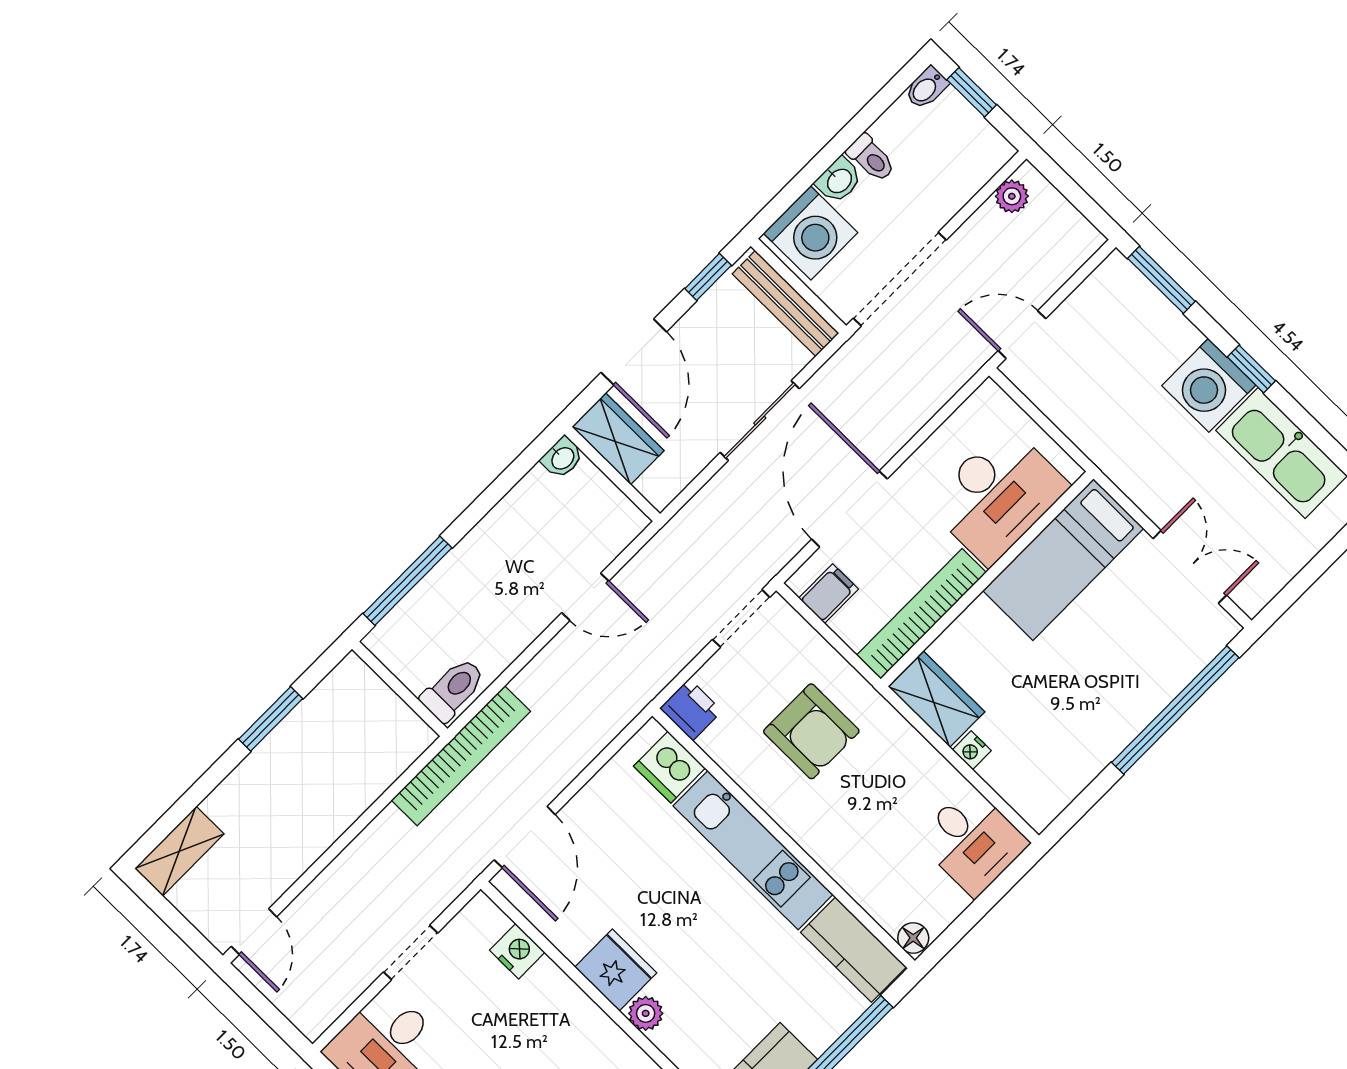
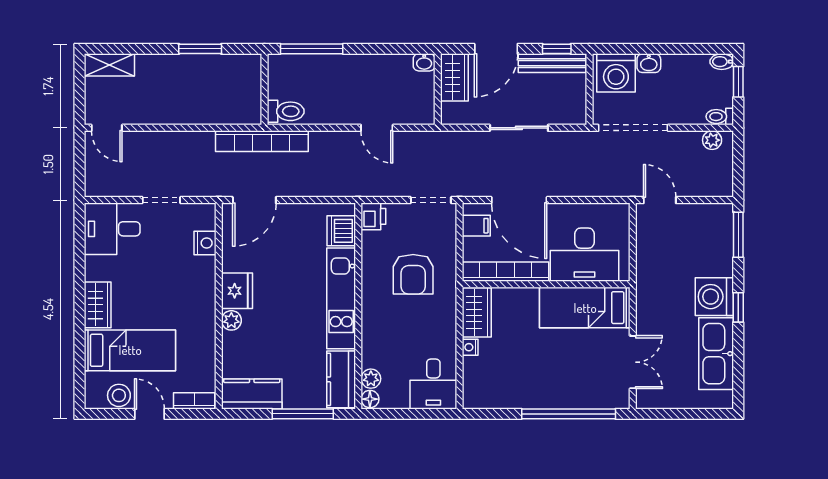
toilet: (871, 158) -> (720, 117), moved, turned 90
bench: (786, 303) -> (552, 63), moved, turned 90
door: (849, 509) -> (519, 200), swing flipped
plant: (889, 912) -> (371, 379), added
door: (254, 932) -> (107, 128), hinge flipped

